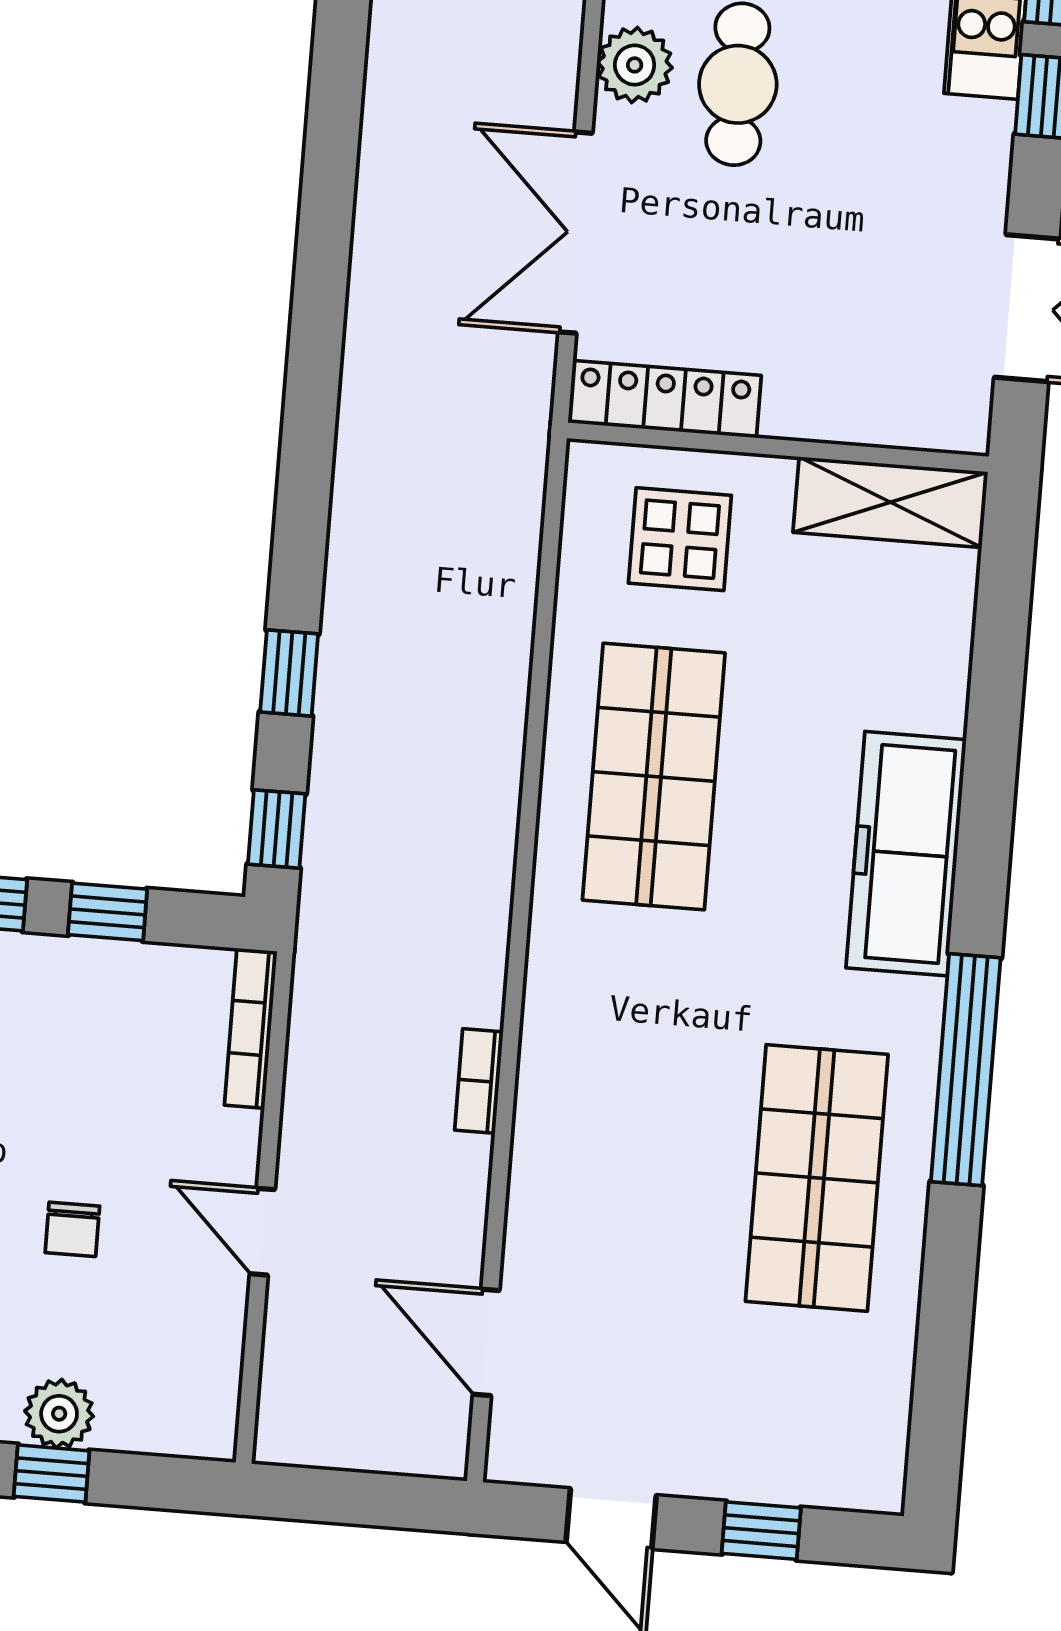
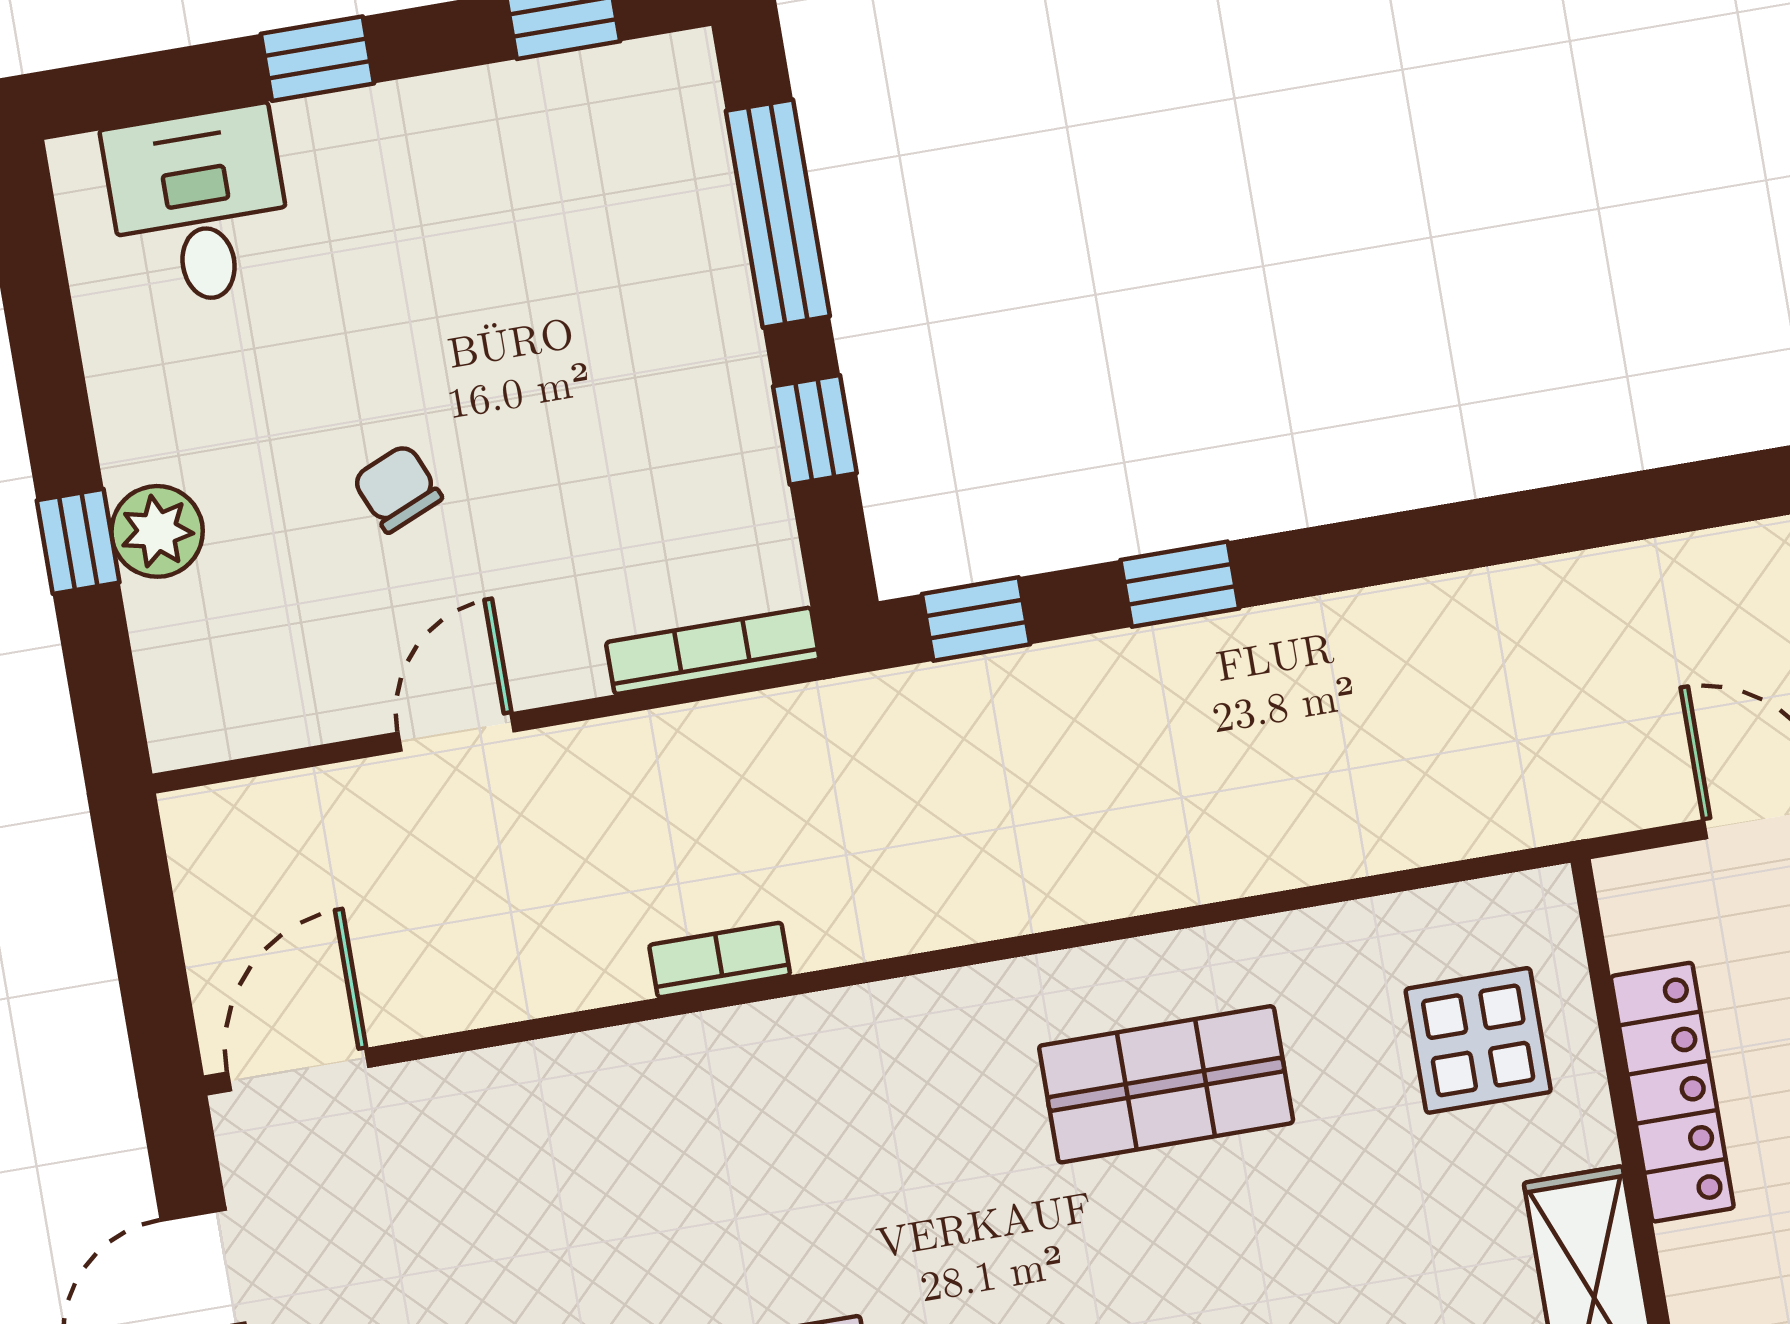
locker: (665, 399) -> (1672, 1092), moved
shop shelf: (654, 777) -> (1166, 1084), width x0.70, depth x0.74
chair: (72, 1229) -> (397, 488), turned 67
door: (486, 1342) -> (298, 1070), moved

